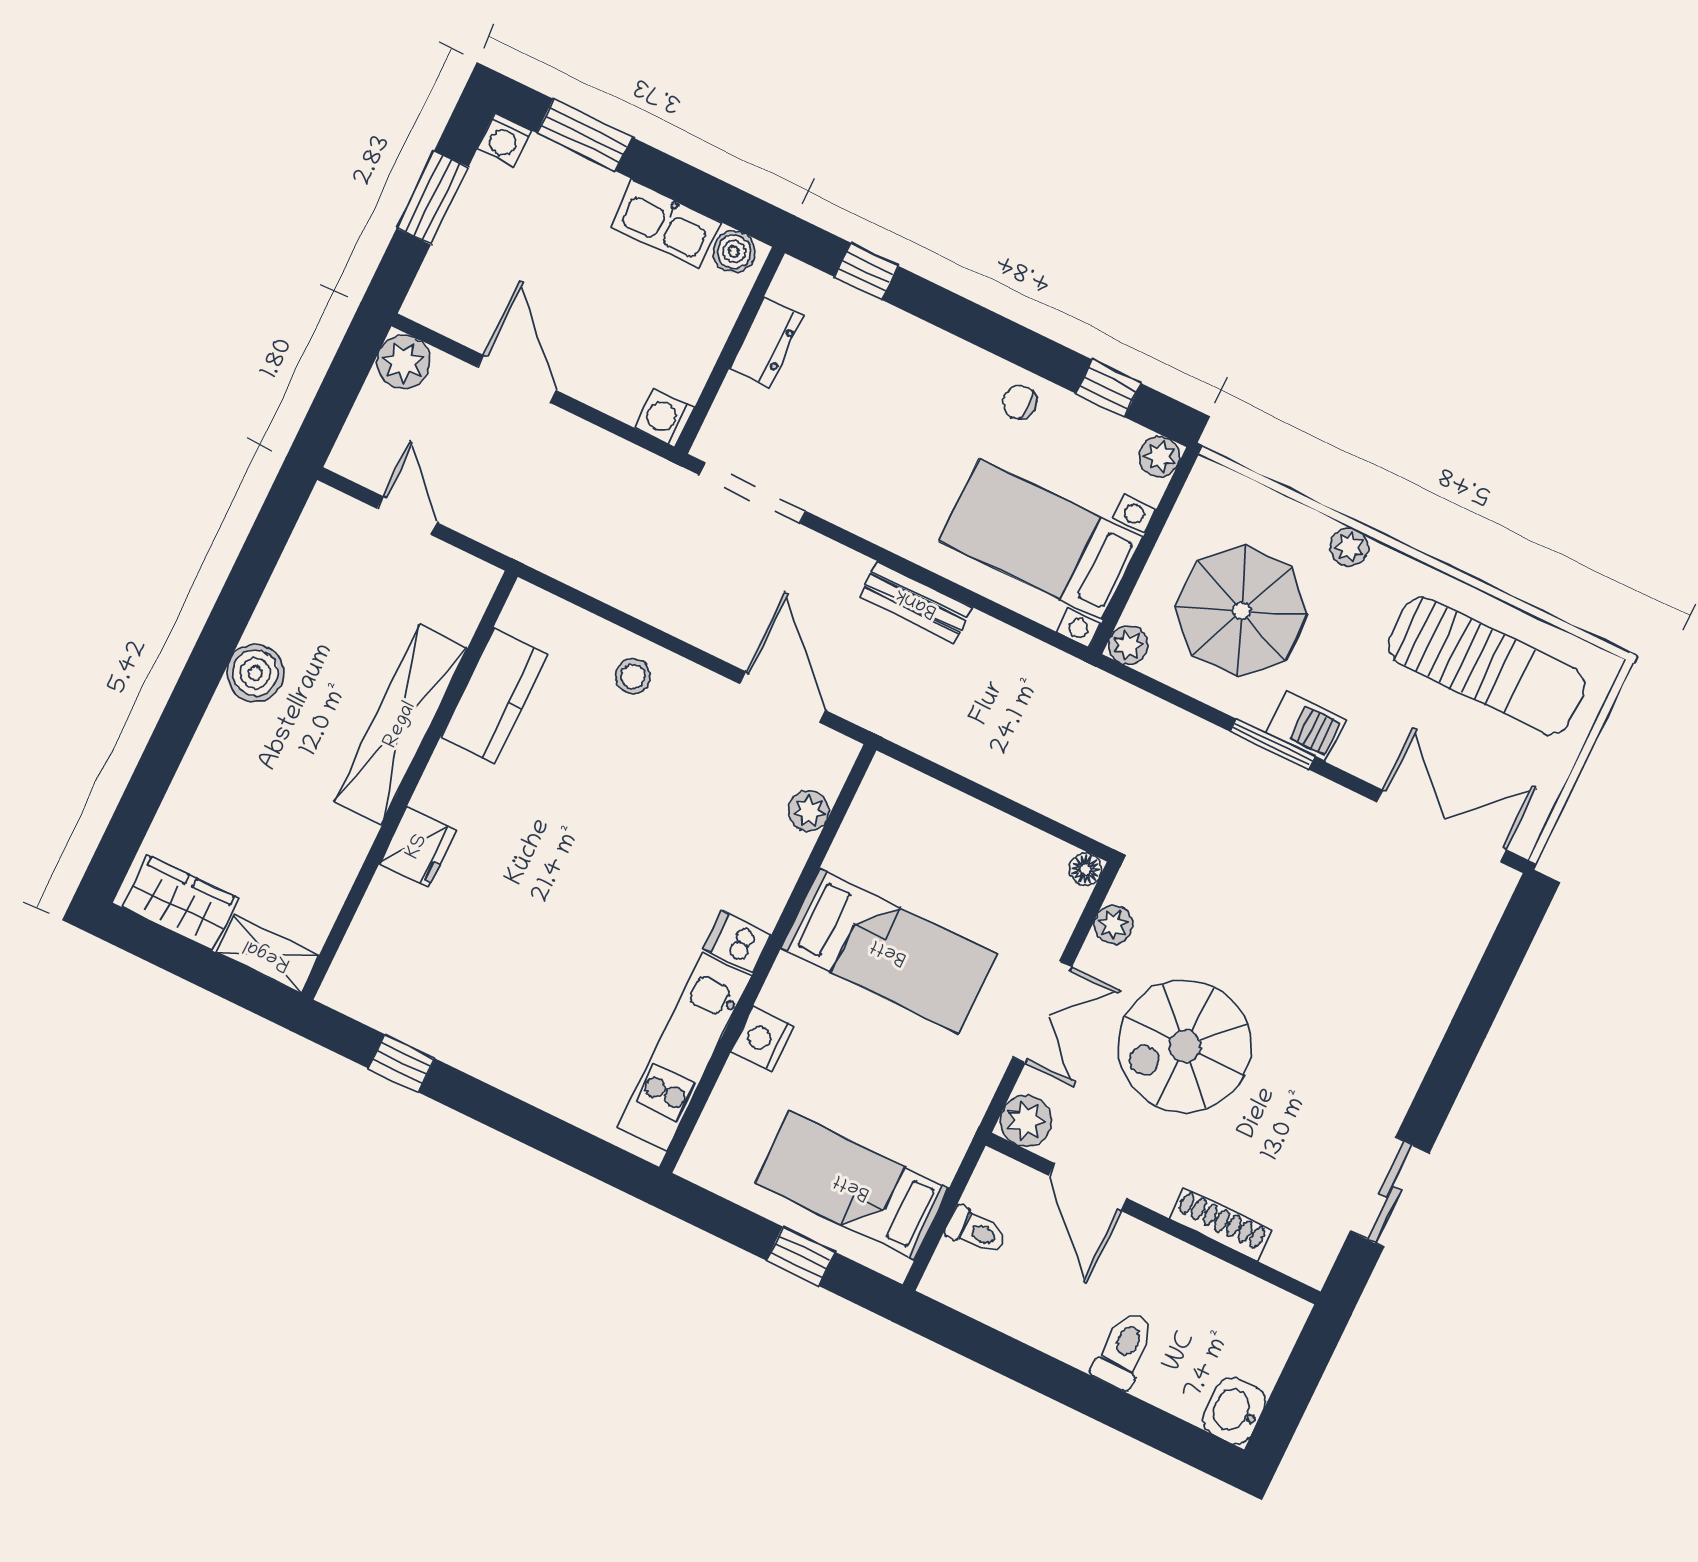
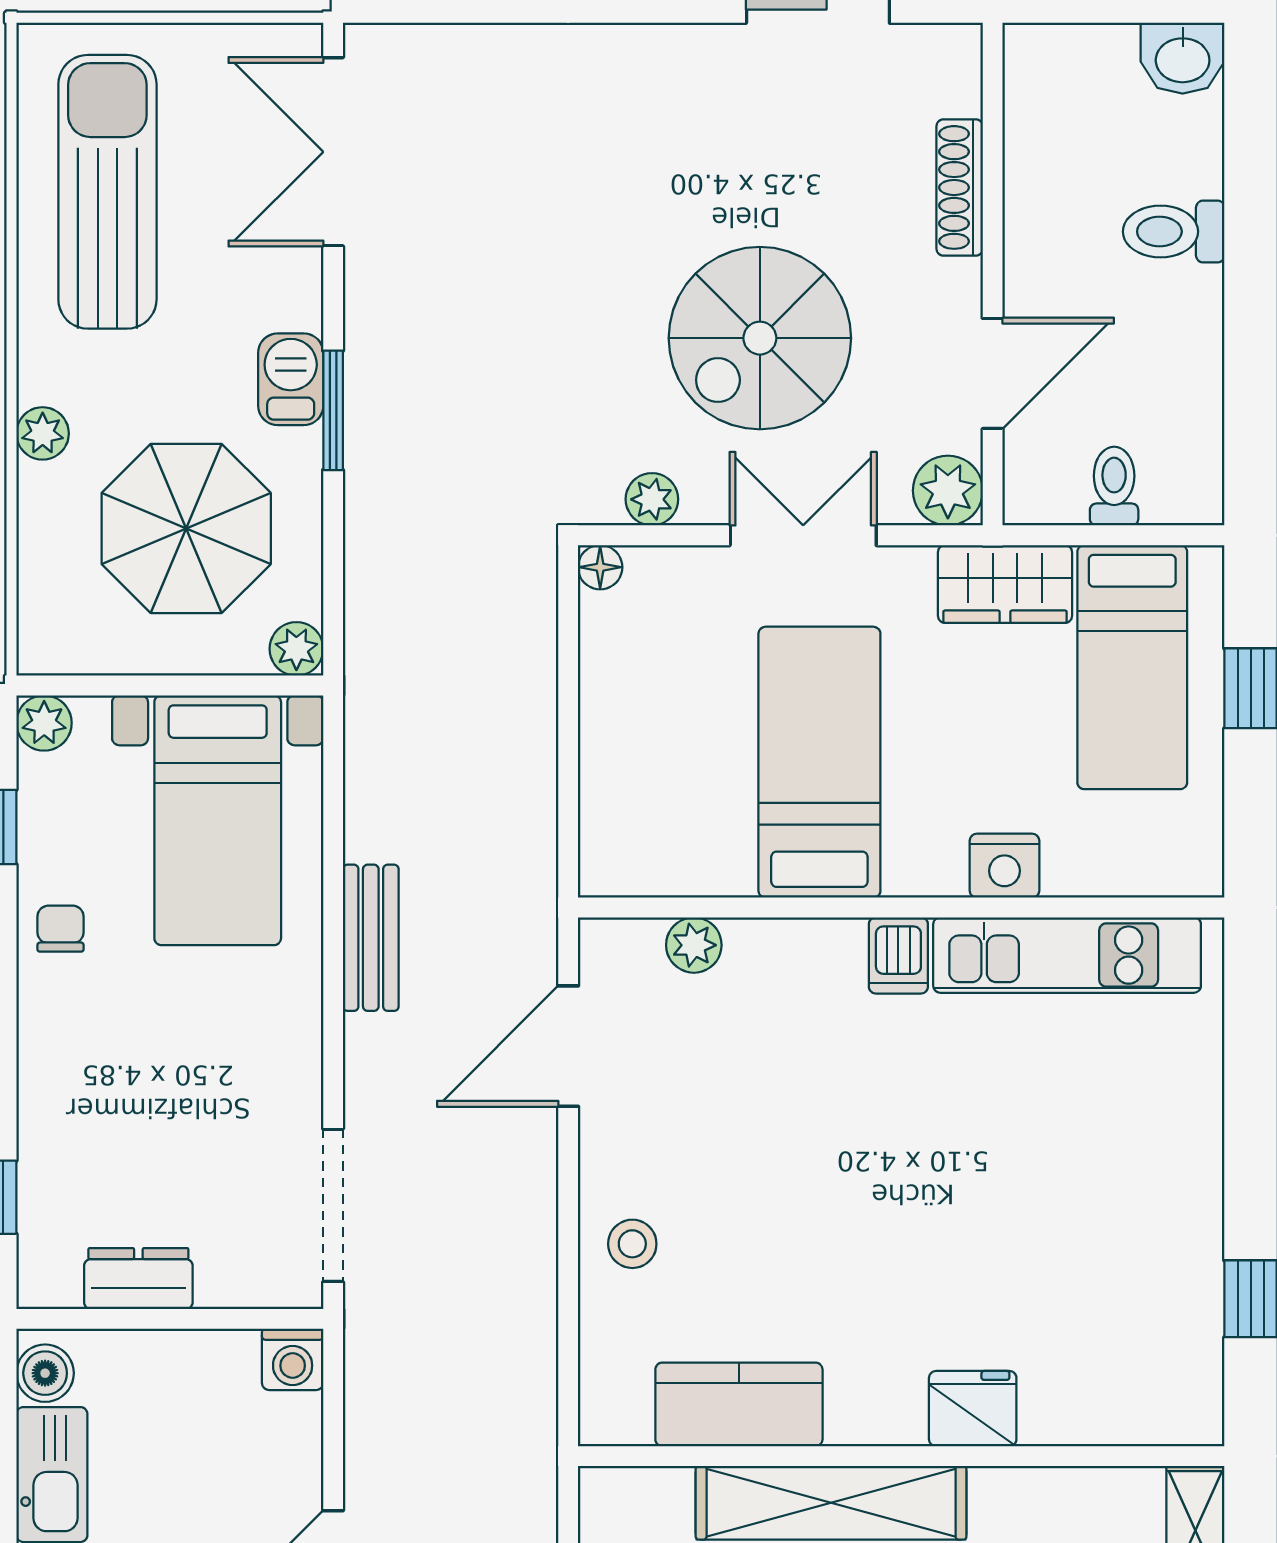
chair: (1020, 402) -> (61, 929), turned 180
spiral stairs: (1185, 1046) -> (760, 338), turned 90
wardrobe: (947, 1129) -> (1005, 584), added

